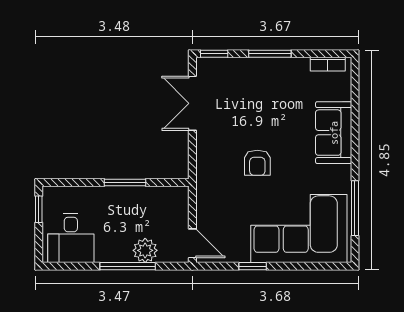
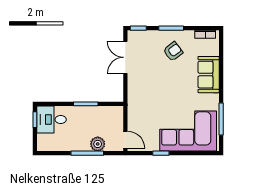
armchair: (257, 163) -> (173, 51), moved, turned -127
desk: (71, 238) -> (52, 120), moved, turned 90

